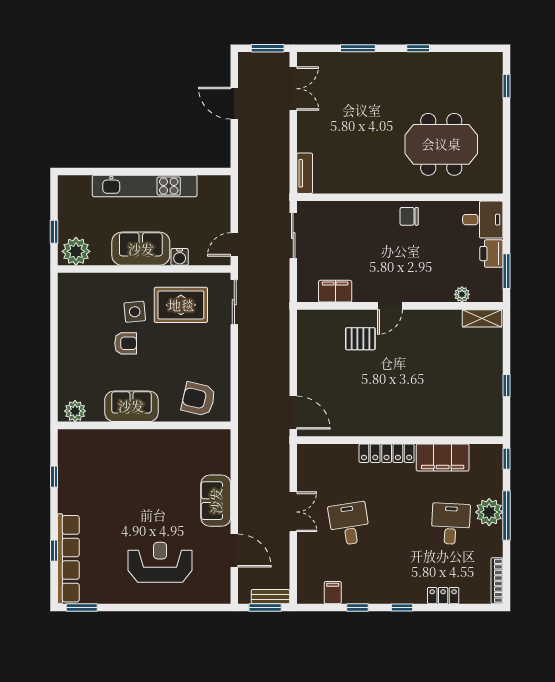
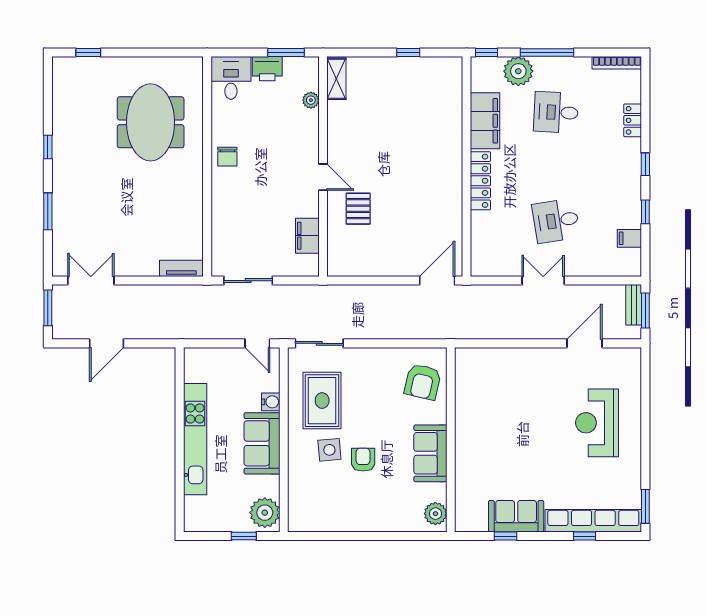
sofa: (216, 501) -> (516, 516), moved, turned 180
plant: (489, 512) -> (518, 71), moved

